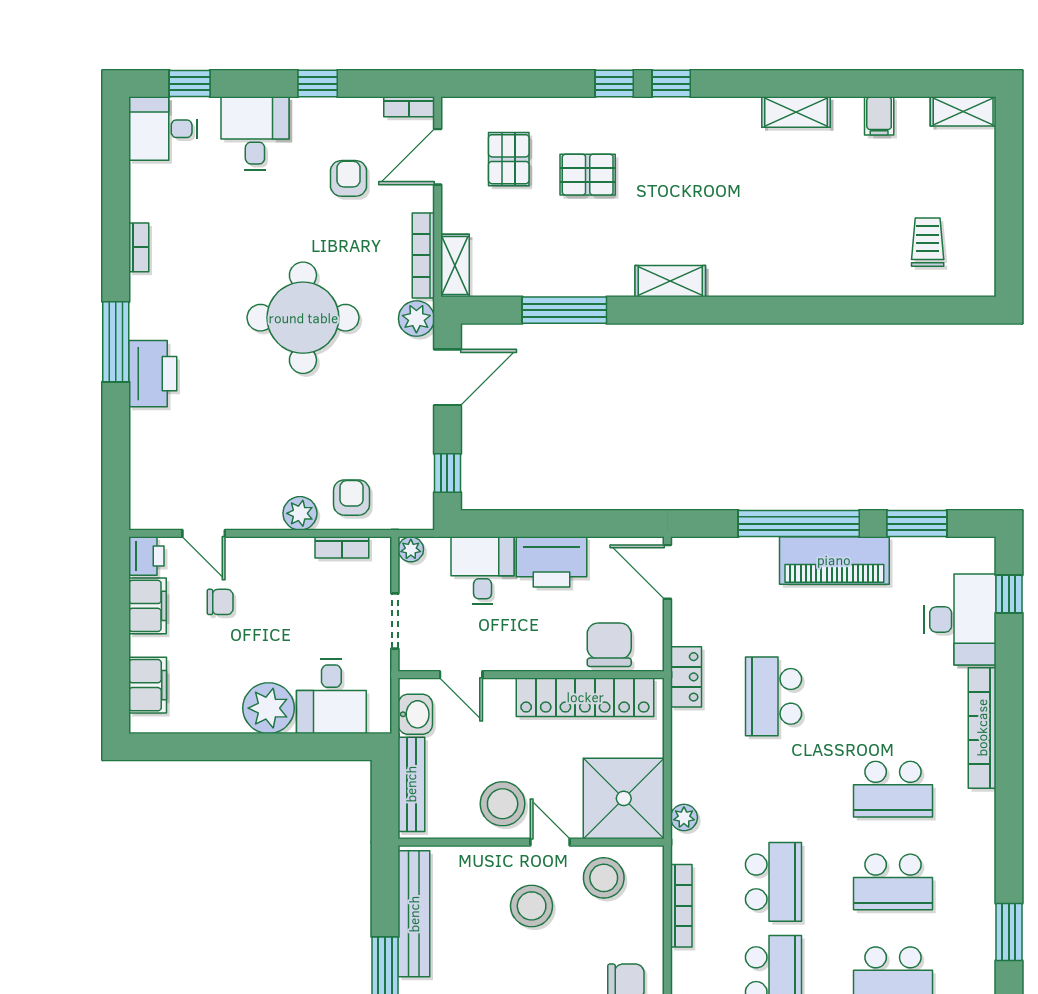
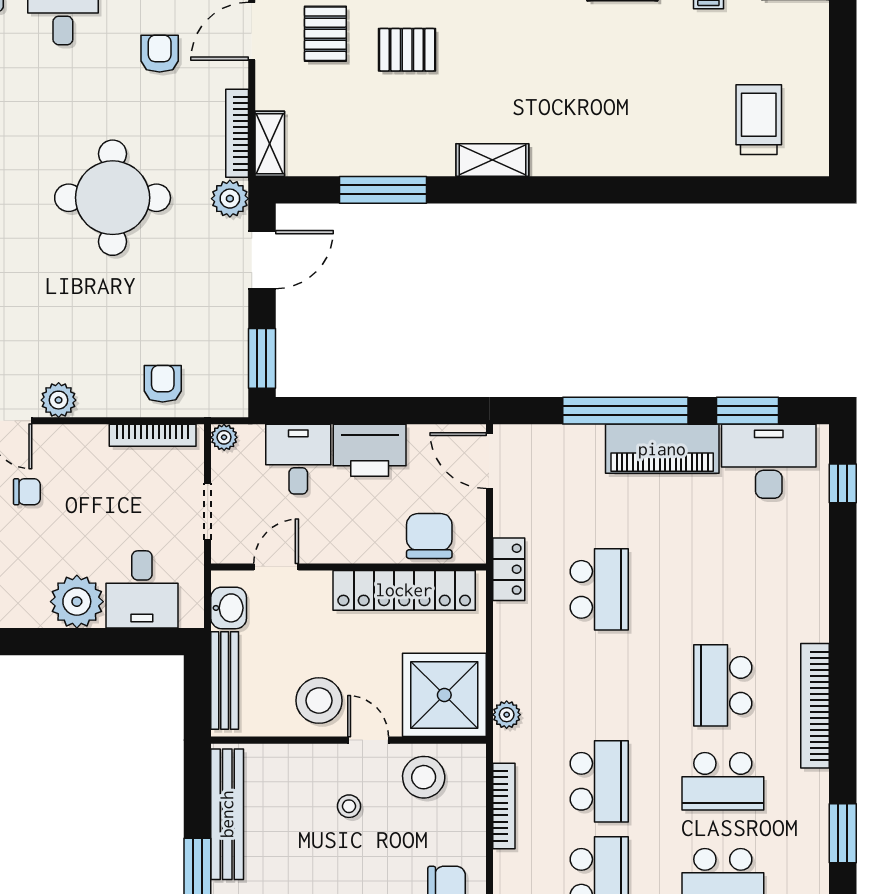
trolley: (928, 242) -> (759, 120), width x1.36, depth x1.39
window: (447, 473) -> (262, 358), width x1.50
plant: (300, 513) -> (59, 400), moved
bookcase: (342, 547) -> (153, 435), width x1.56
desk: (960, 620) -> (769, 461), moved, turned -90
door: (461, 675) -> (276, 567), swing flipped
school desk: (773, 696) -> (599, 589), turned 180
bookcase: (982, 728) -> (815, 706), moved
school desk: (893, 789) -> (723, 685), turned 90
stool: (532, 906) -> (349, 806), width x0.53, depth x0.53

